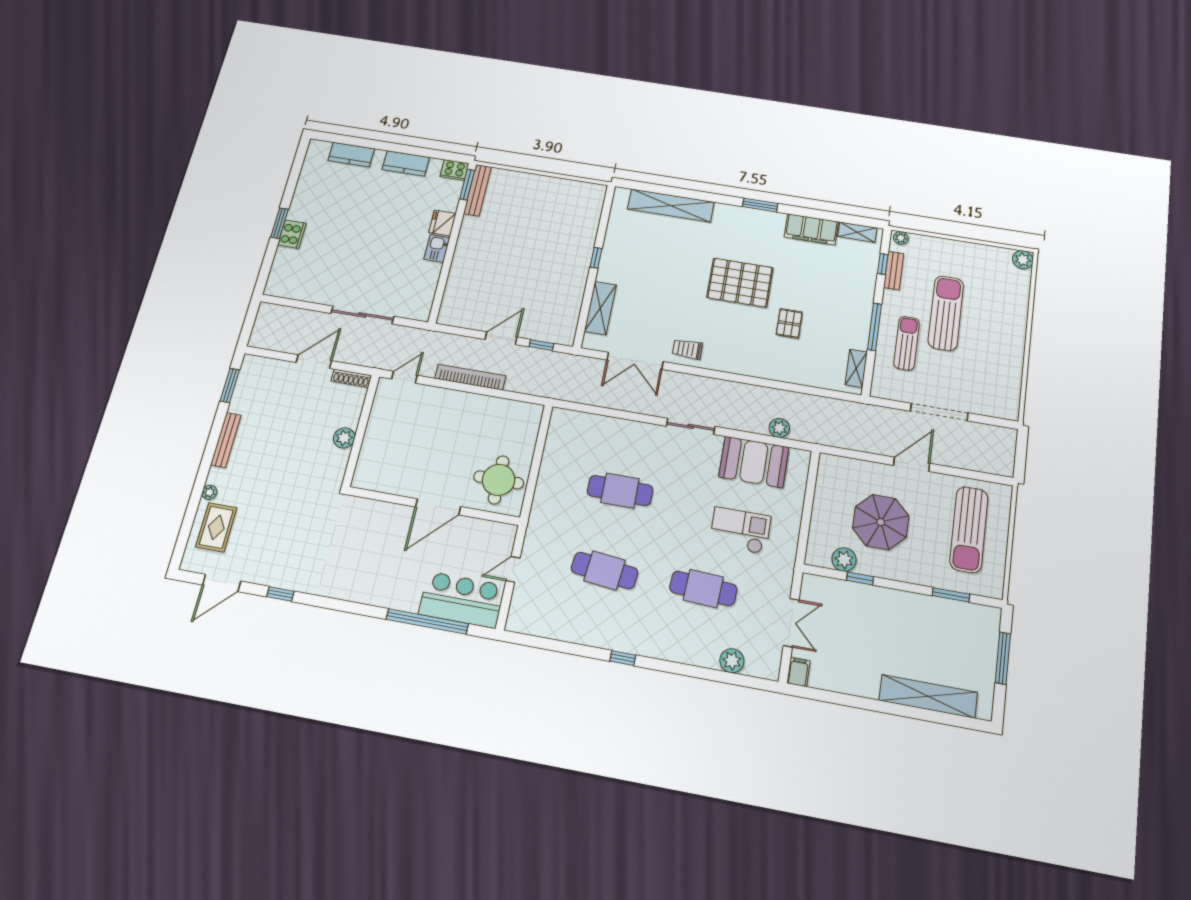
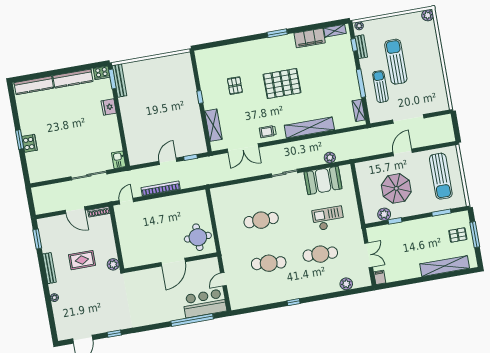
kitchen counter: (351, 155) -> (34, 85), width x1.50
kitchen counter: (406, 163) -> (73, 79), width x1.50
shelving: (671, 206) -> (309, 128), moved
kitchen sink: (437, 248) -> (119, 160), moved
pallet: (789, 323) -> (235, 86), moved
door: (314, 362) -> (75, 210), swing flipped
plant: (344, 438) -> (113, 264), moved
rug: (216, 527) -> (82, 260), moved, turned 90
pallet: (970, 647) -> (458, 235), added

